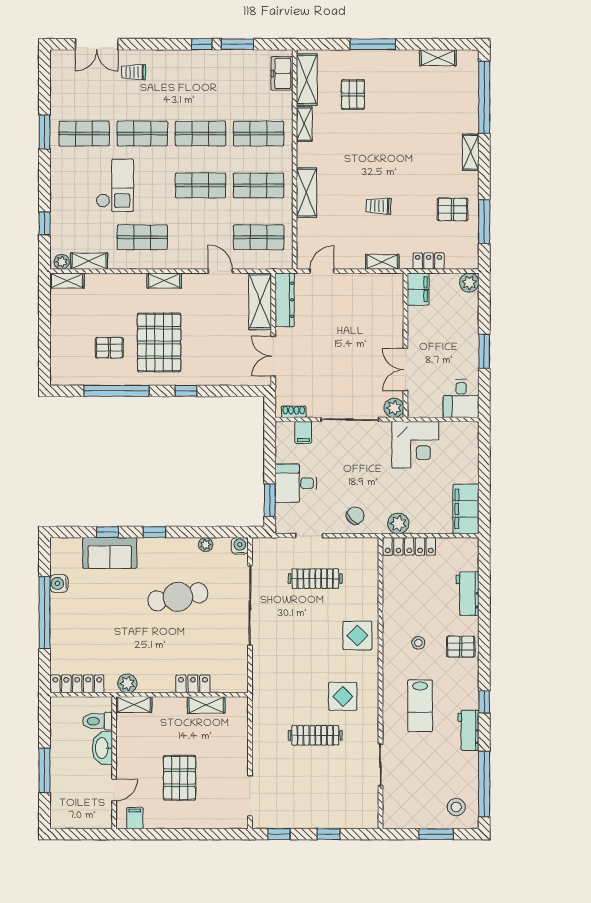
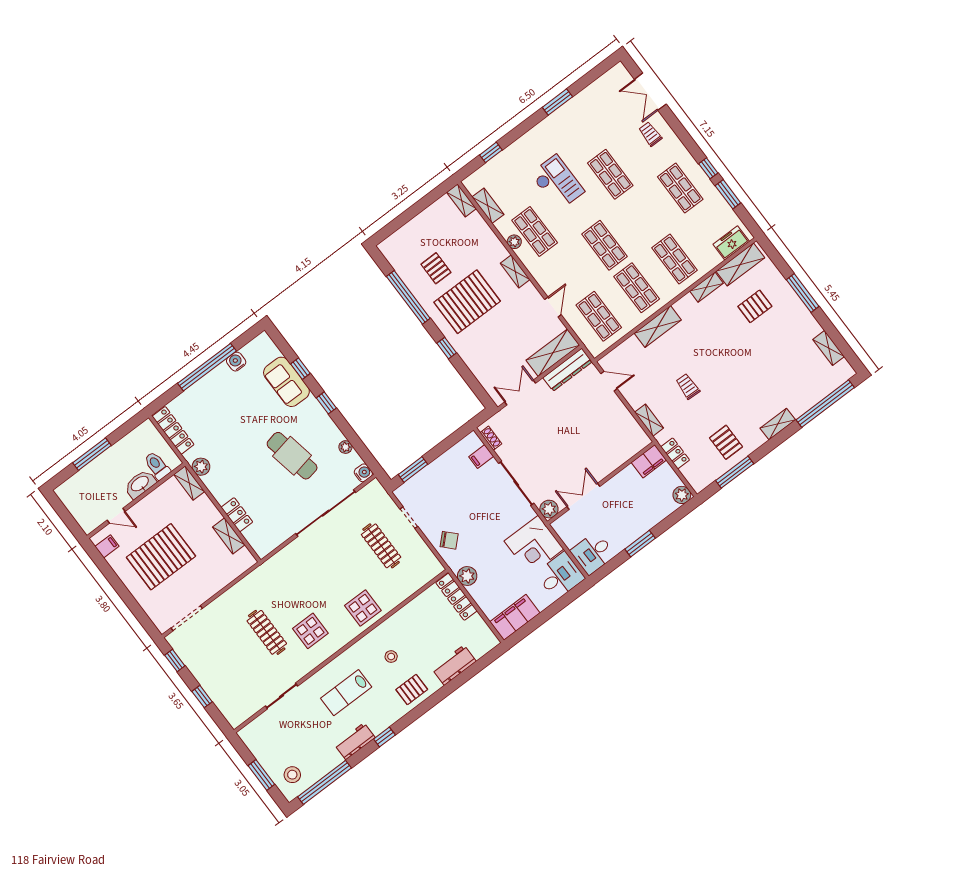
shop shelf: (84, 134) -> (578, 132), removed
shop shelf: (200, 134) -> (680, 188), moved
checkout: (115, 185) -> (557, 183), turned -90
plant: (62, 262) -> (514, 242), moved
desk: (296, 483) -> (560, 576), moved, turned 90
pallet: (461, 647) -> (412, 690), turned 90
pallet: (180, 778) -> (161, 557), width x1.37, depth x1.41

